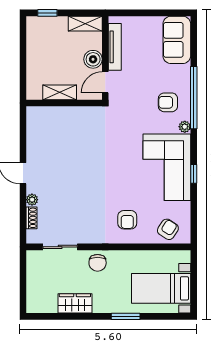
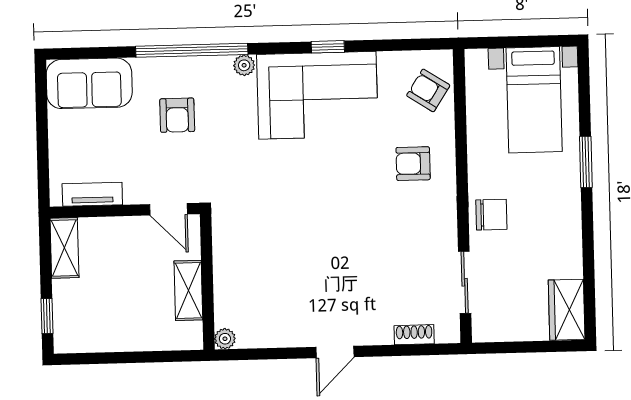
tv unit: (115, 47) -> (92, 194), width x0.71
boiler: (93, 59) -> (128, 232), removed
armchair: (168, 102) -> (177, 115), moved
plant: (32, 200) -> (225, 339), moved
armchair: (127, 220) -> (413, 164), turned 180
wardrobe: (75, 303) -> (567, 310), moved

